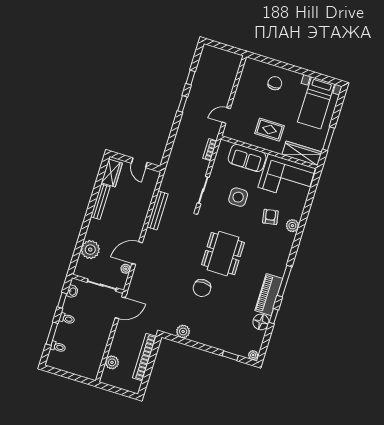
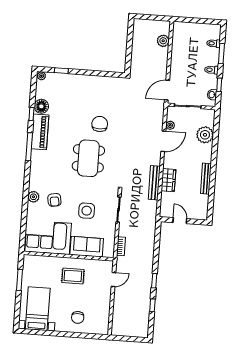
wardrobe: (302, 153) -> (40, 262), removed
wardrobe: (112, 173) -> (168, 180), moved, turned 180
plant: (183, 331) -> (107, 82), removed
bookcase: (144, 357) -> (136, 52), removed

